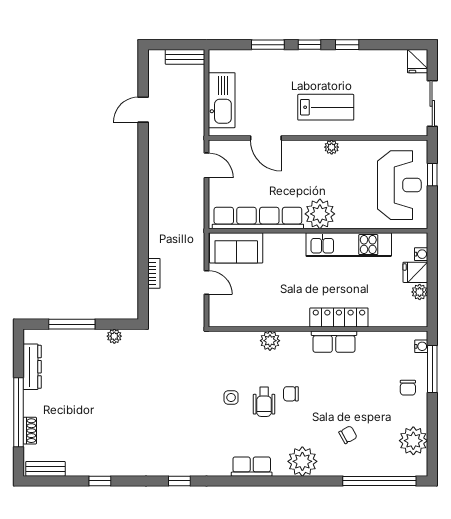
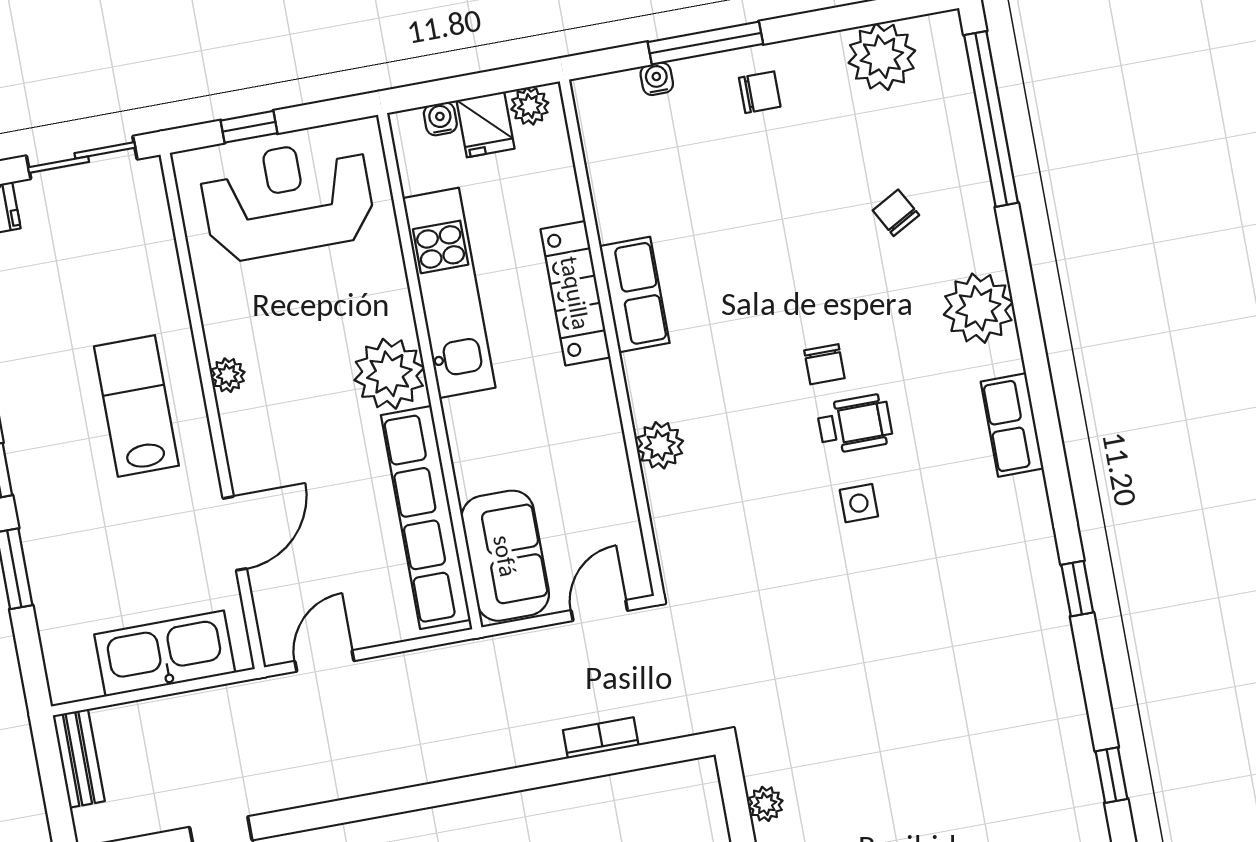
locker: (339, 317) -> (575, 293), moved
wall: (318, 329) -> (612, 338), moved
plant: (270, 341) -> (660, 445), moved
row of seats: (334, 342) -> (634, 294), moved

